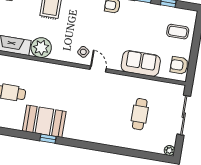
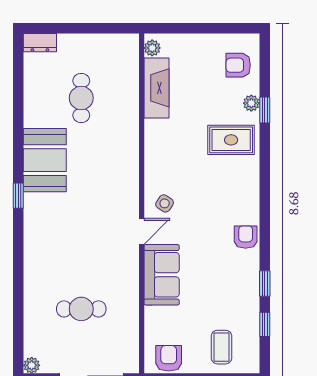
plant: (41, 48) -> (160, 136), removed
sofa: (141, 63) -> (162, 275), moved
window: (48, 139) -> (18, 196), moved

